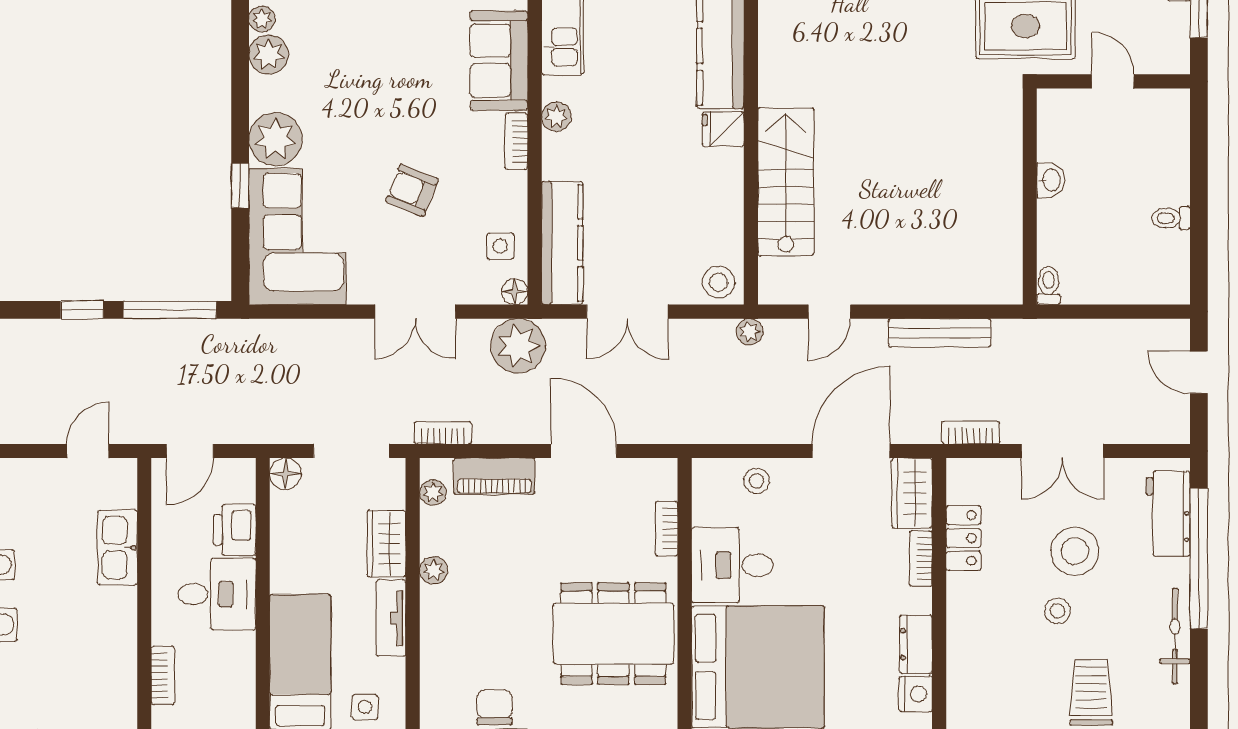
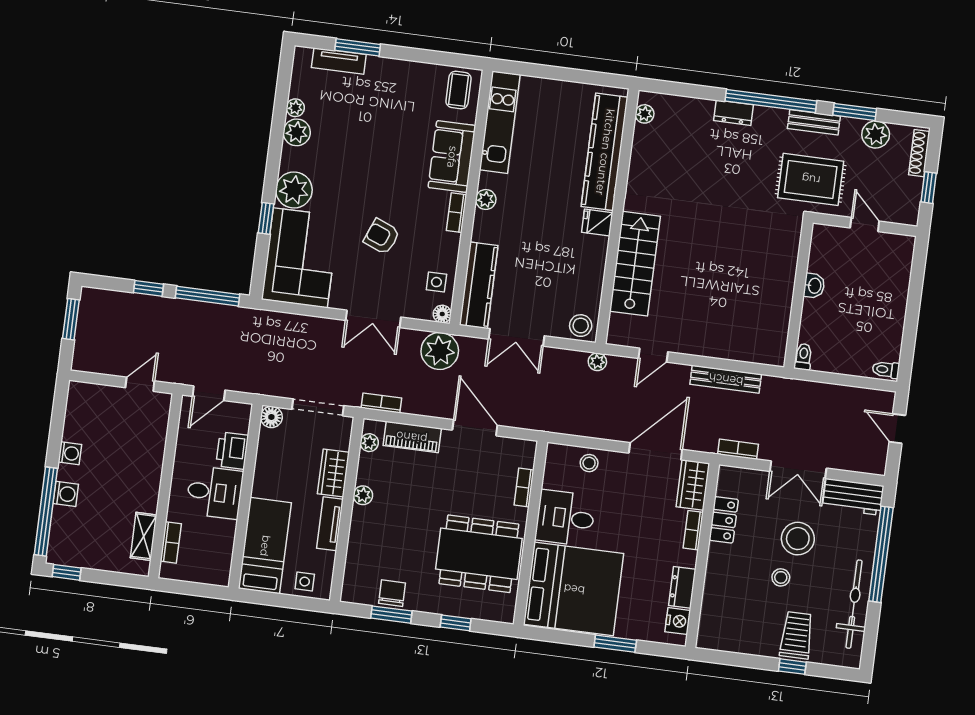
toilet: (1171, 218) -> (886, 370), moved
workbench: (1168, 514) -> (853, 497), moved, turned -90
kitchen sink: (117, 548) -> (151, 452), removed
bicycle: (1175, 636) -> (854, 604), width x1.37, depth x1.40
shelving: (122, 672) -> (144, 536), added

